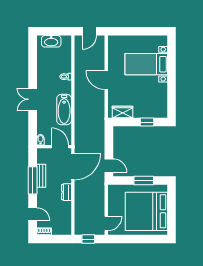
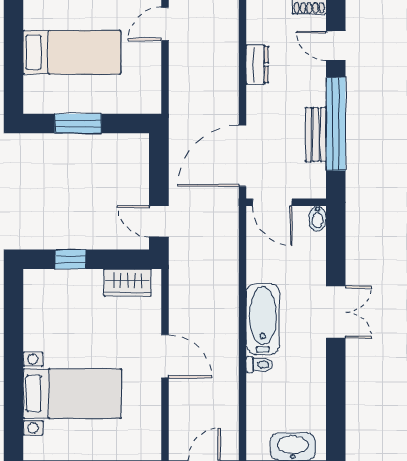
bathtub: (64, 110) -> (263, 319), moved
door: (109, 166) -> (159, 221), moved
window: (33, 180) -> (336, 124), width x1.46
dresser: (67, 192) -> (257, 65), moved
bed: (146, 211) -> (72, 52), width x0.49

